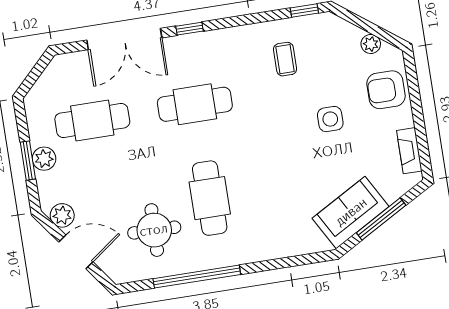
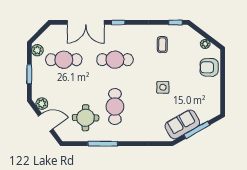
side table: (330, 119) -> (163, 87), moved
fireplace: (409, 151) -> (216, 99), removed
plant: (44, 159) -> (37, 50), moved
window: (197, 277) -> (103, 144), width x0.68

